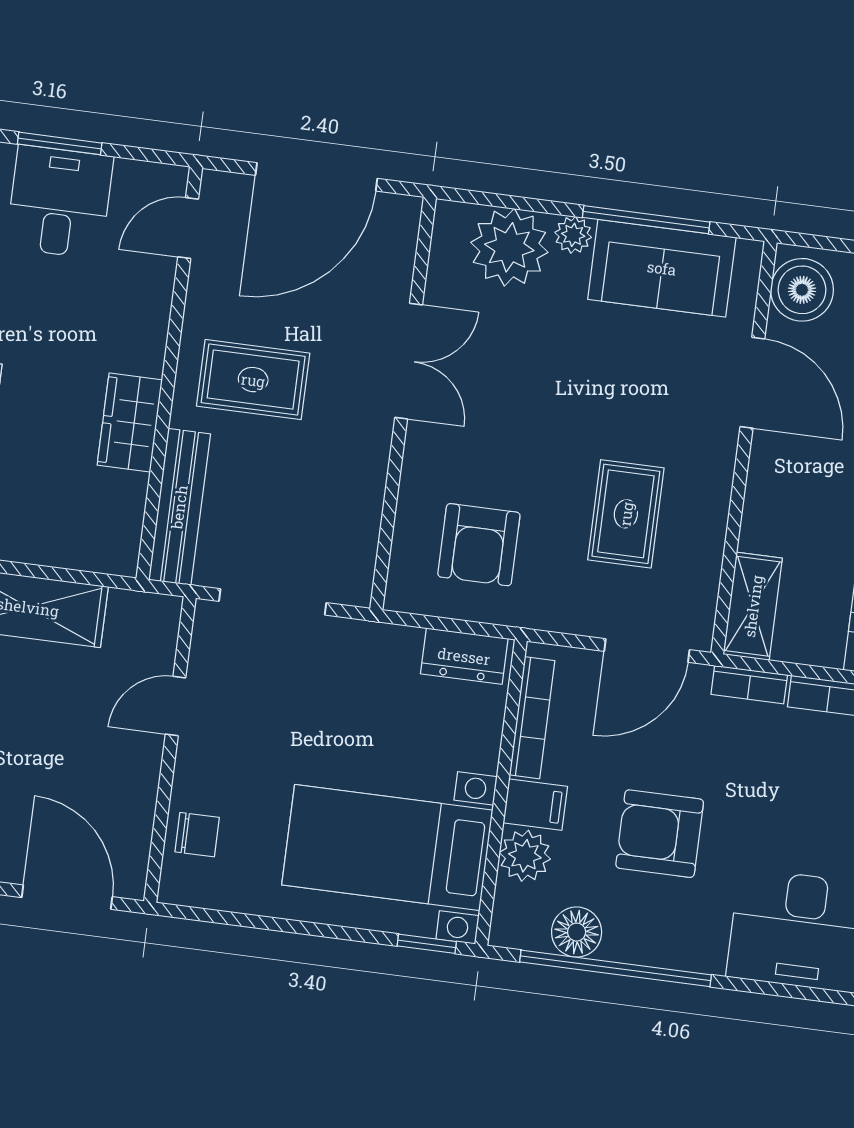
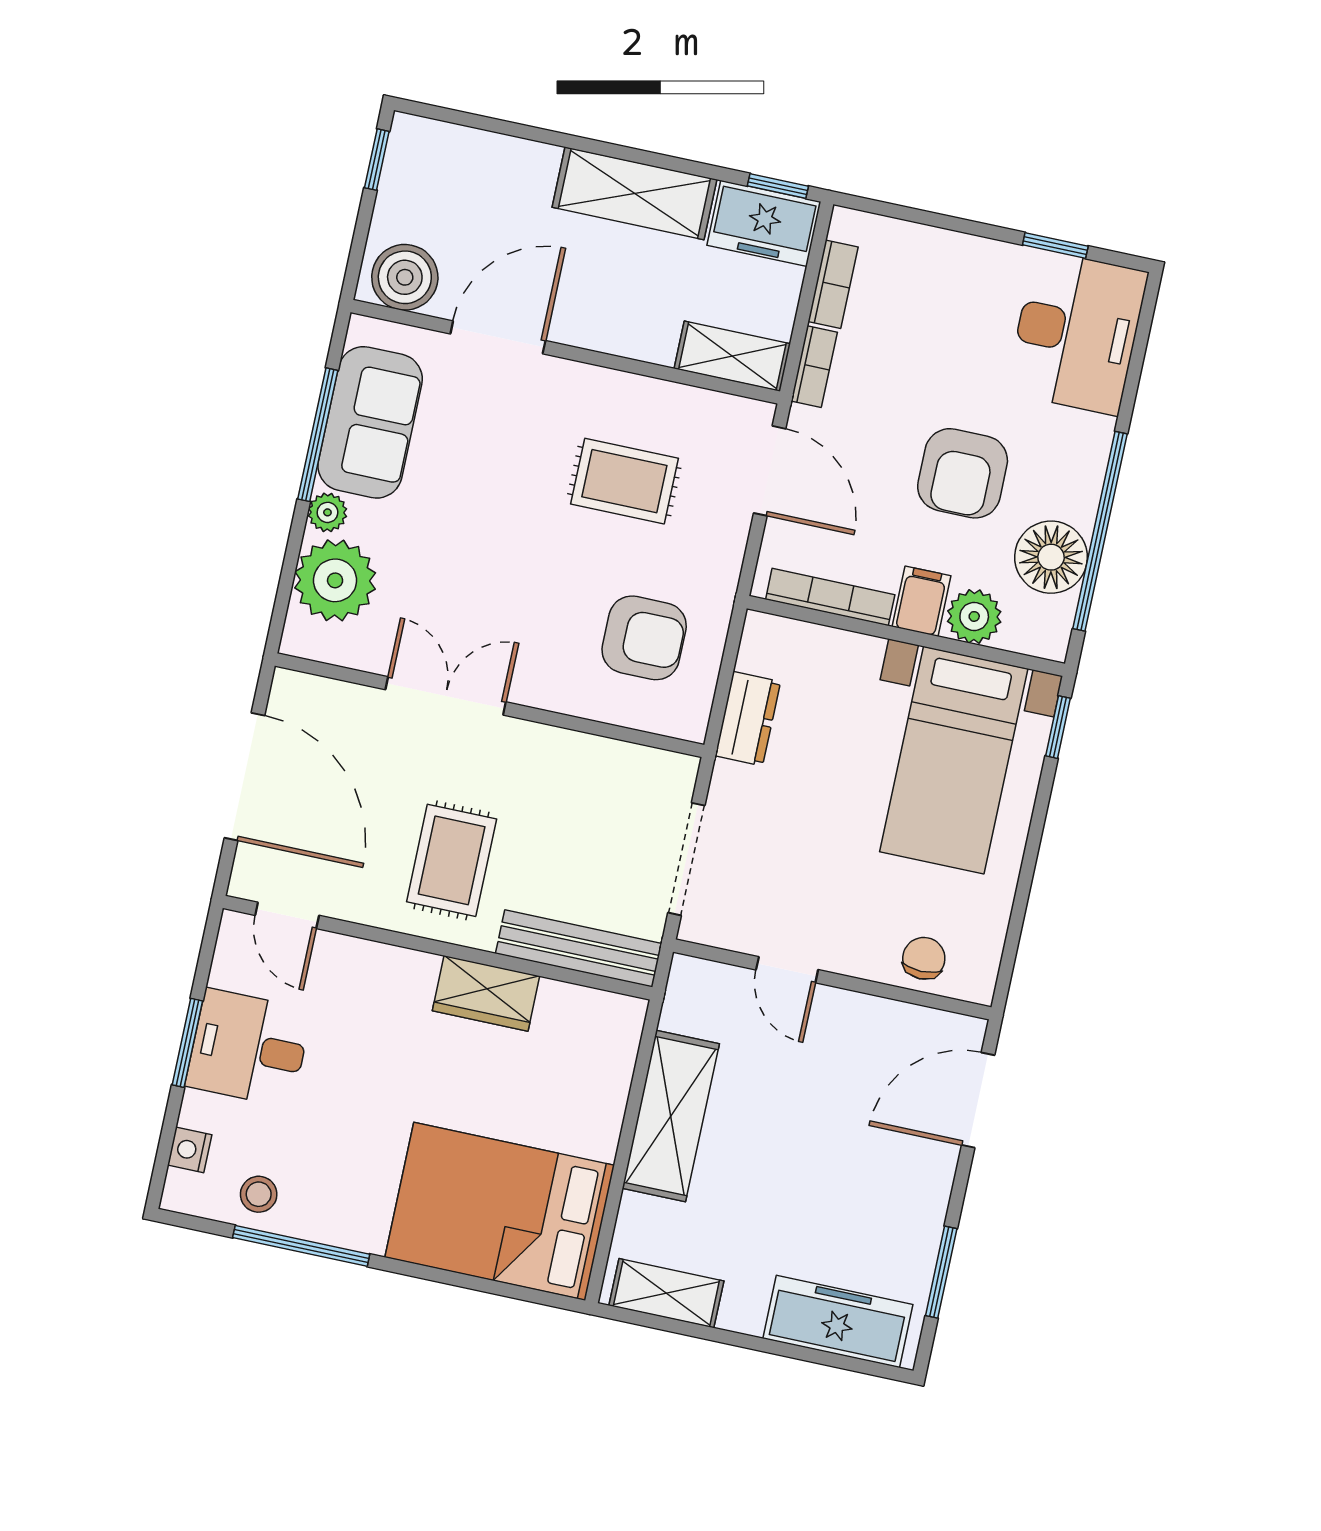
dresser: (464, 656) -> (748, 719), moved
floor lamp: (577, 932) -> (1051, 557), width x1.38, depth x1.38

